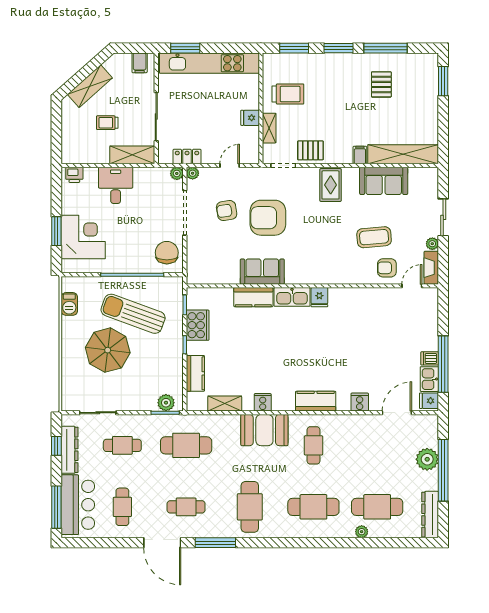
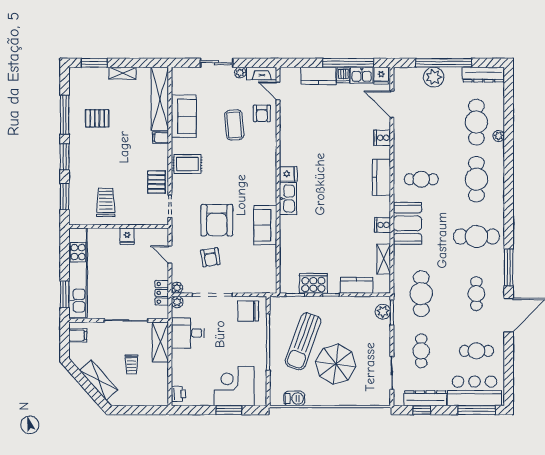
shelving: (269, 128) -> (123, 73), moved
desk: (116, 185) -> (188, 333), moved
kitchen counter: (253, 297) -> (318, 76), moved, turned 90

